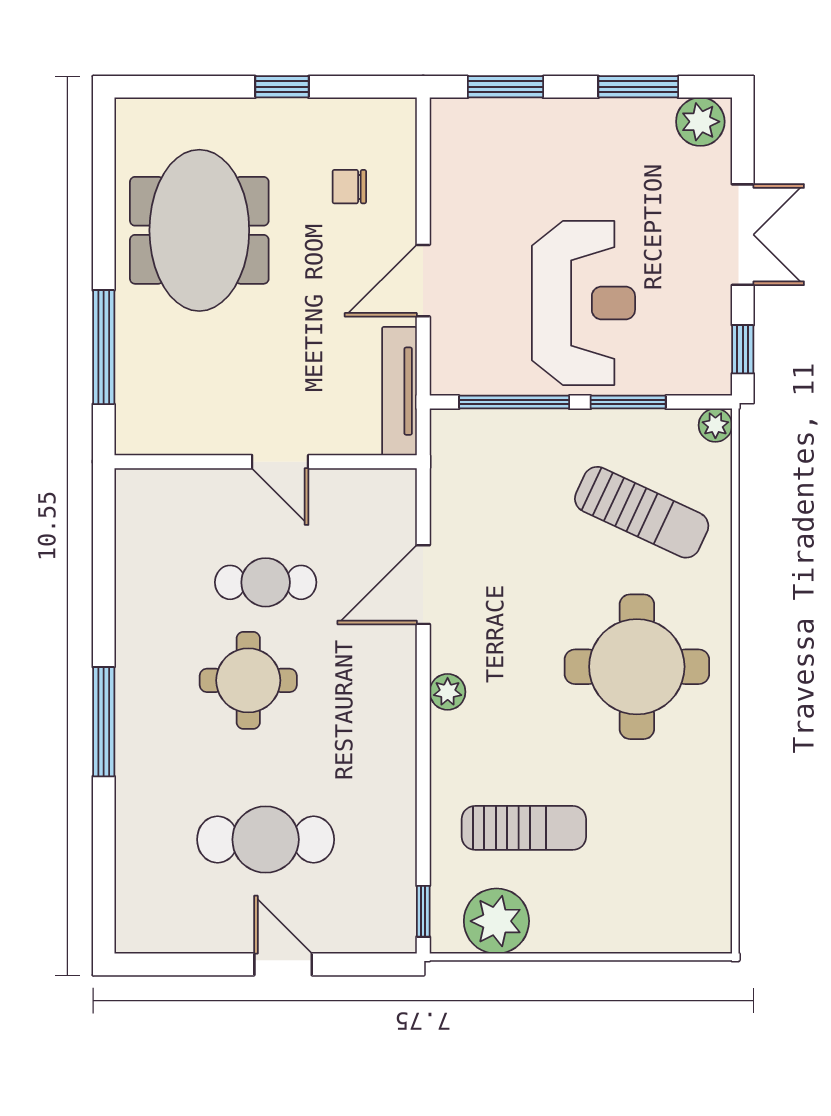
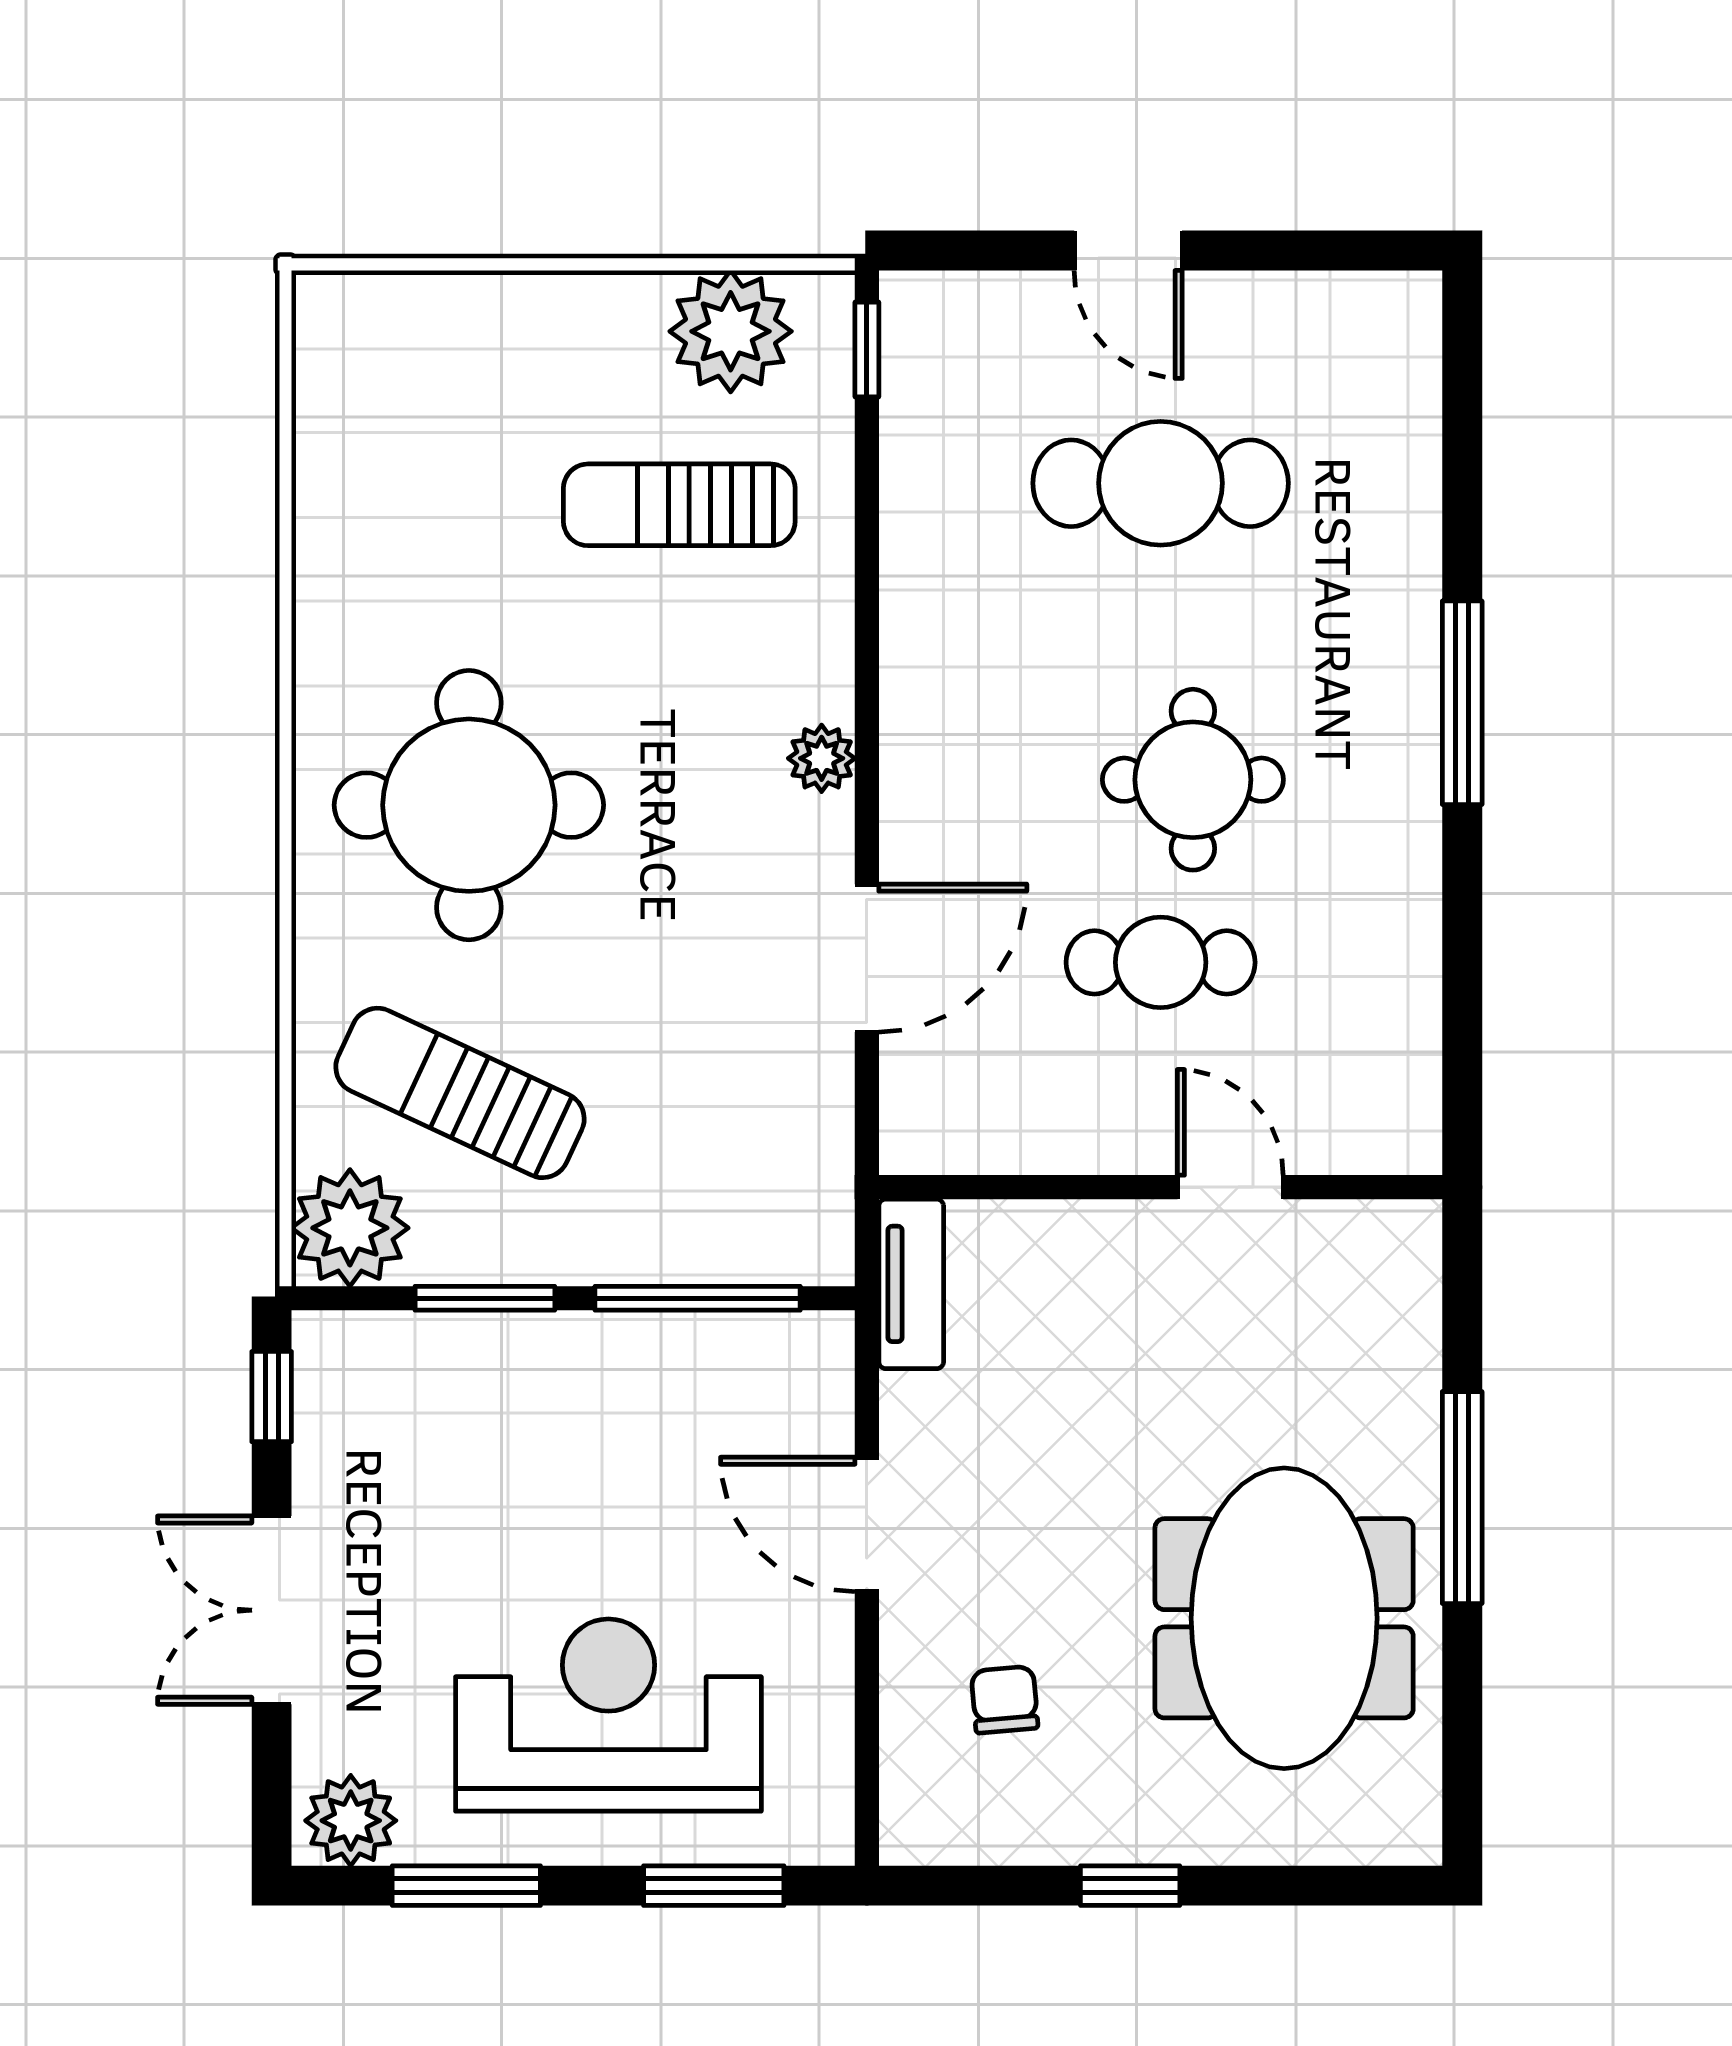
chair: (349, 187) -> (1005, 1700), turned -95
door: (423, 281) -> (867, 1524), swing flipped
reception desk: (584, 303) -> (608, 1715), moved, turned 90
window: (104, 347) -> (1462, 1498), moved
tv unit: (399, 391) -> (911, 1284), width x0.71
plant: (715, 425) -> (350, 1228), width x1.87, depth x1.87
door: (280, 462) -> (1230, 1187), moved

